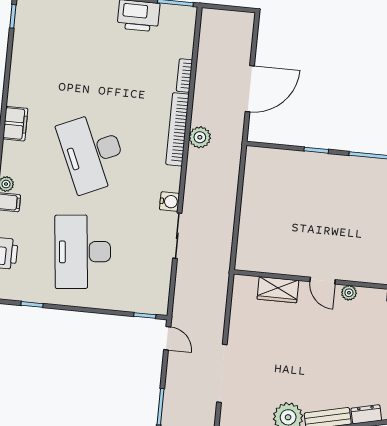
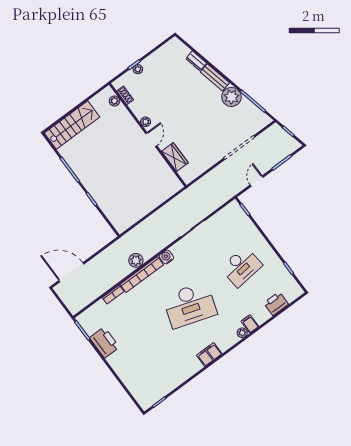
door: (250, 89) -> (71, 272), moved
desk: (92, 153) -> (190, 305), turned 42
water cooler: (169, 202) -> (166, 257), moved
desk: (83, 252) -> (241, 267), width x0.73, depth x0.77
door: (167, 338) -> (257, 181), moved

